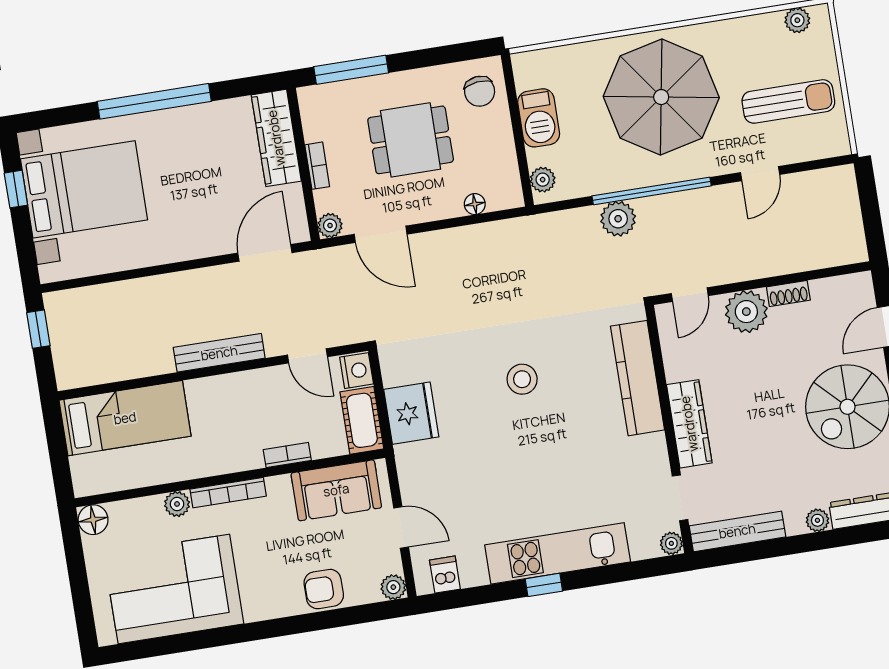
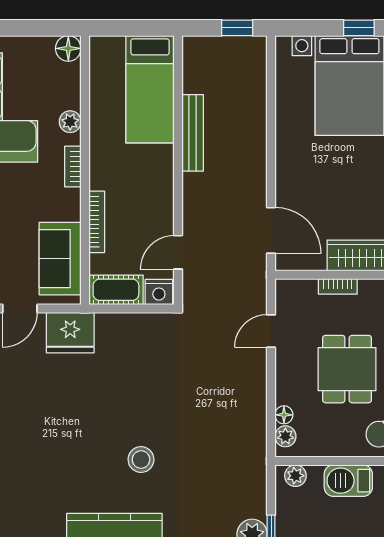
plant: (330, 225) -> (285, 436), moved
door: (381, 234) -> (271, 331), width x0.73
bench: (219, 353) -> (193, 133), moved
stool: (522, 379) -> (141, 460), moved
fridge: (411, 413) -> (70, 333), moved
bookcase: (287, 455) -> (97, 222), width x1.56
bookcase: (228, 493) -> (73, 167), width x0.64

